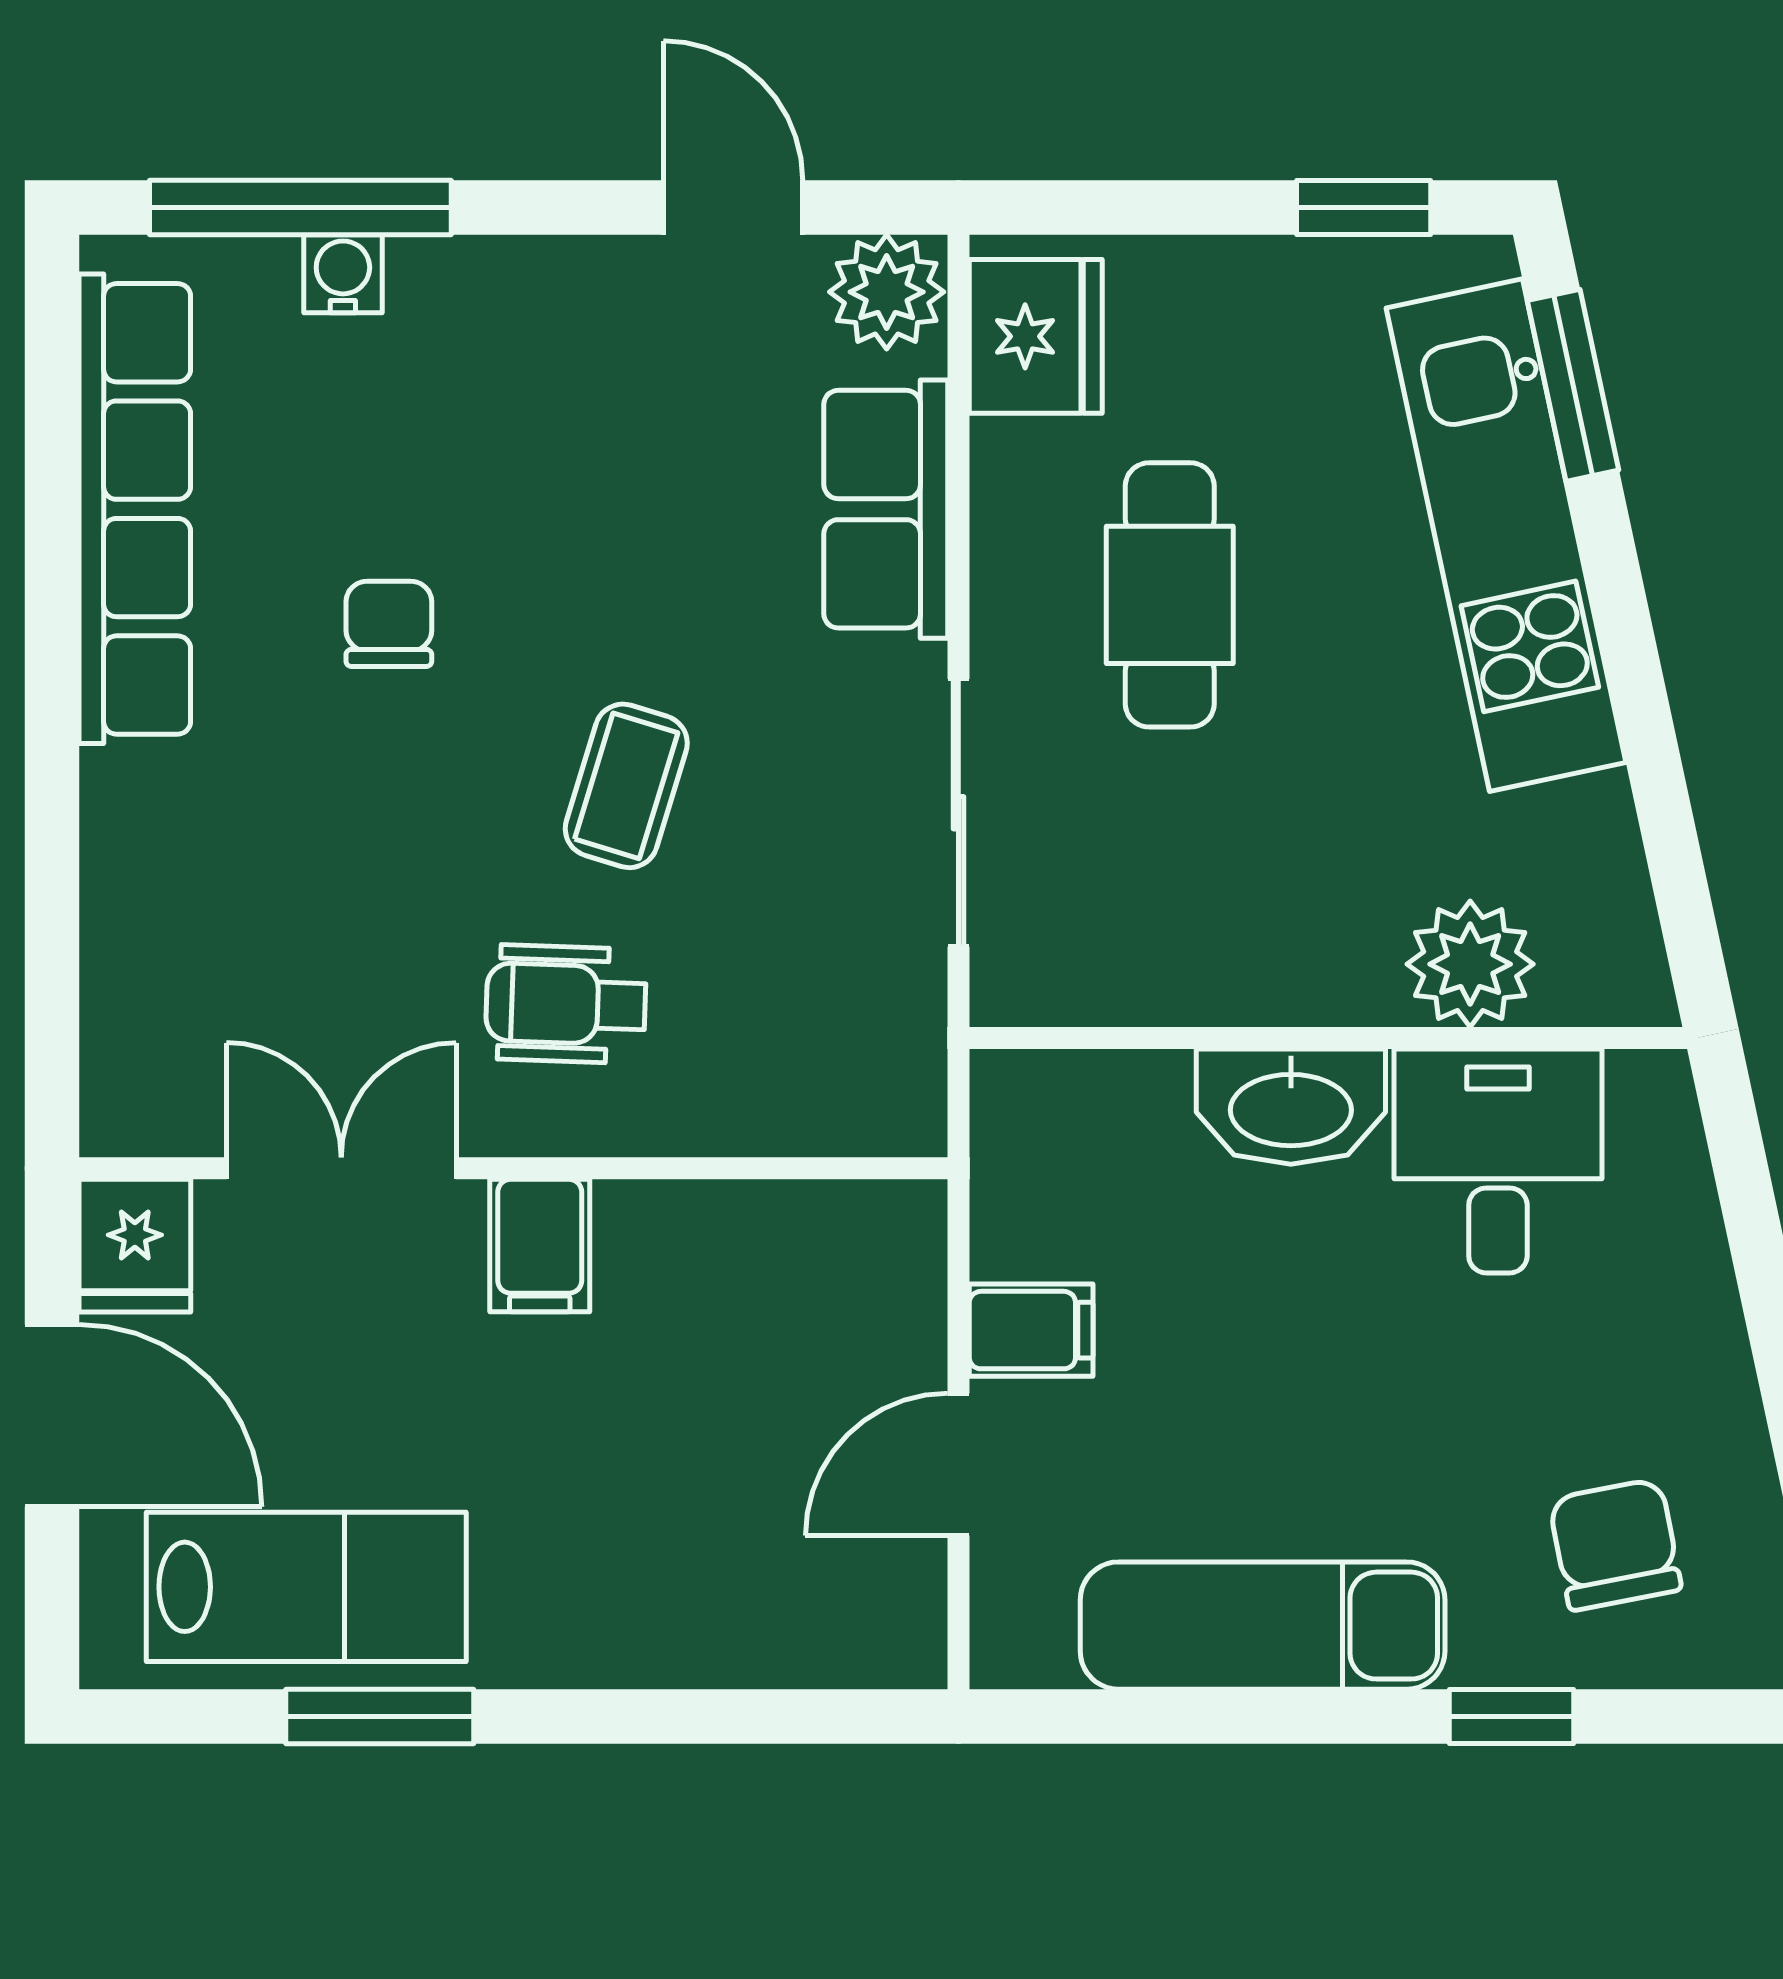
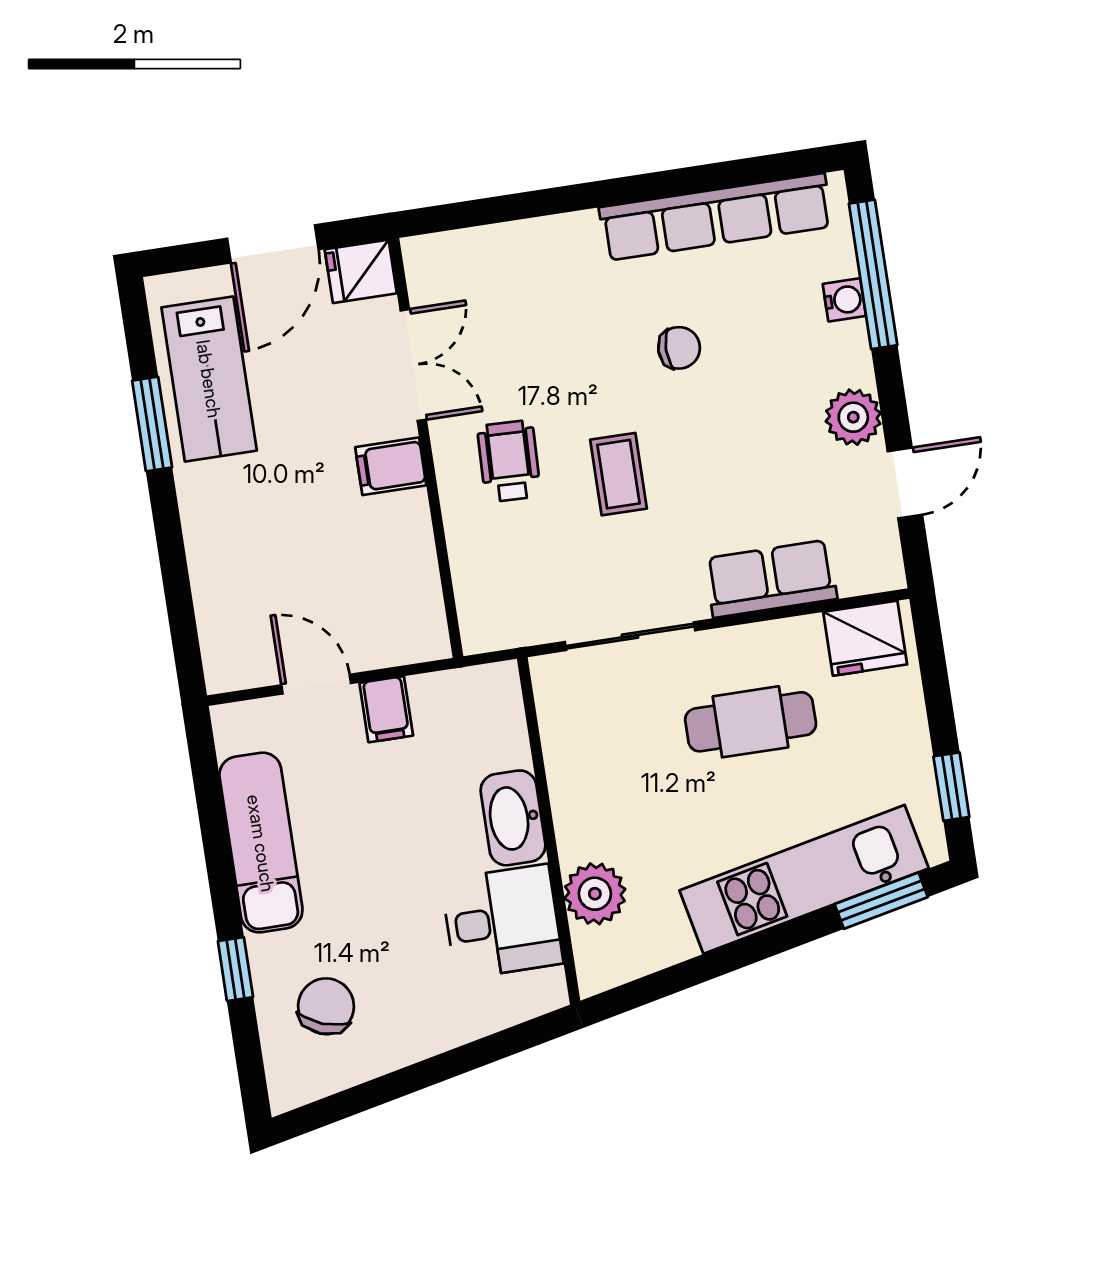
plant: (887, 292) -> (853, 417), moved
coffee table: (626, 786) -> (618, 474), turned 73
chair: (1615, 1544) -> (326, 1006), turned -59

